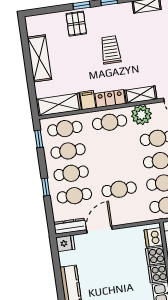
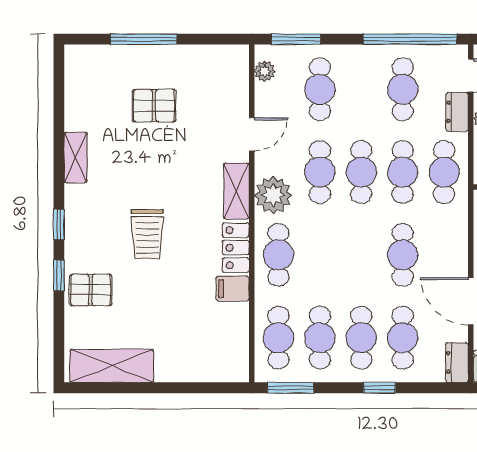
trolley: (111, 50) -> (147, 234), turned -90
shelving: (39, 58) -> (112, 366), moved
shelving: (59, 105) -> (233, 343), removed
window: (39, 139) -> (291, 388), width x1.50
dresser: (70, 226) -> (457, 362), width x0.70

